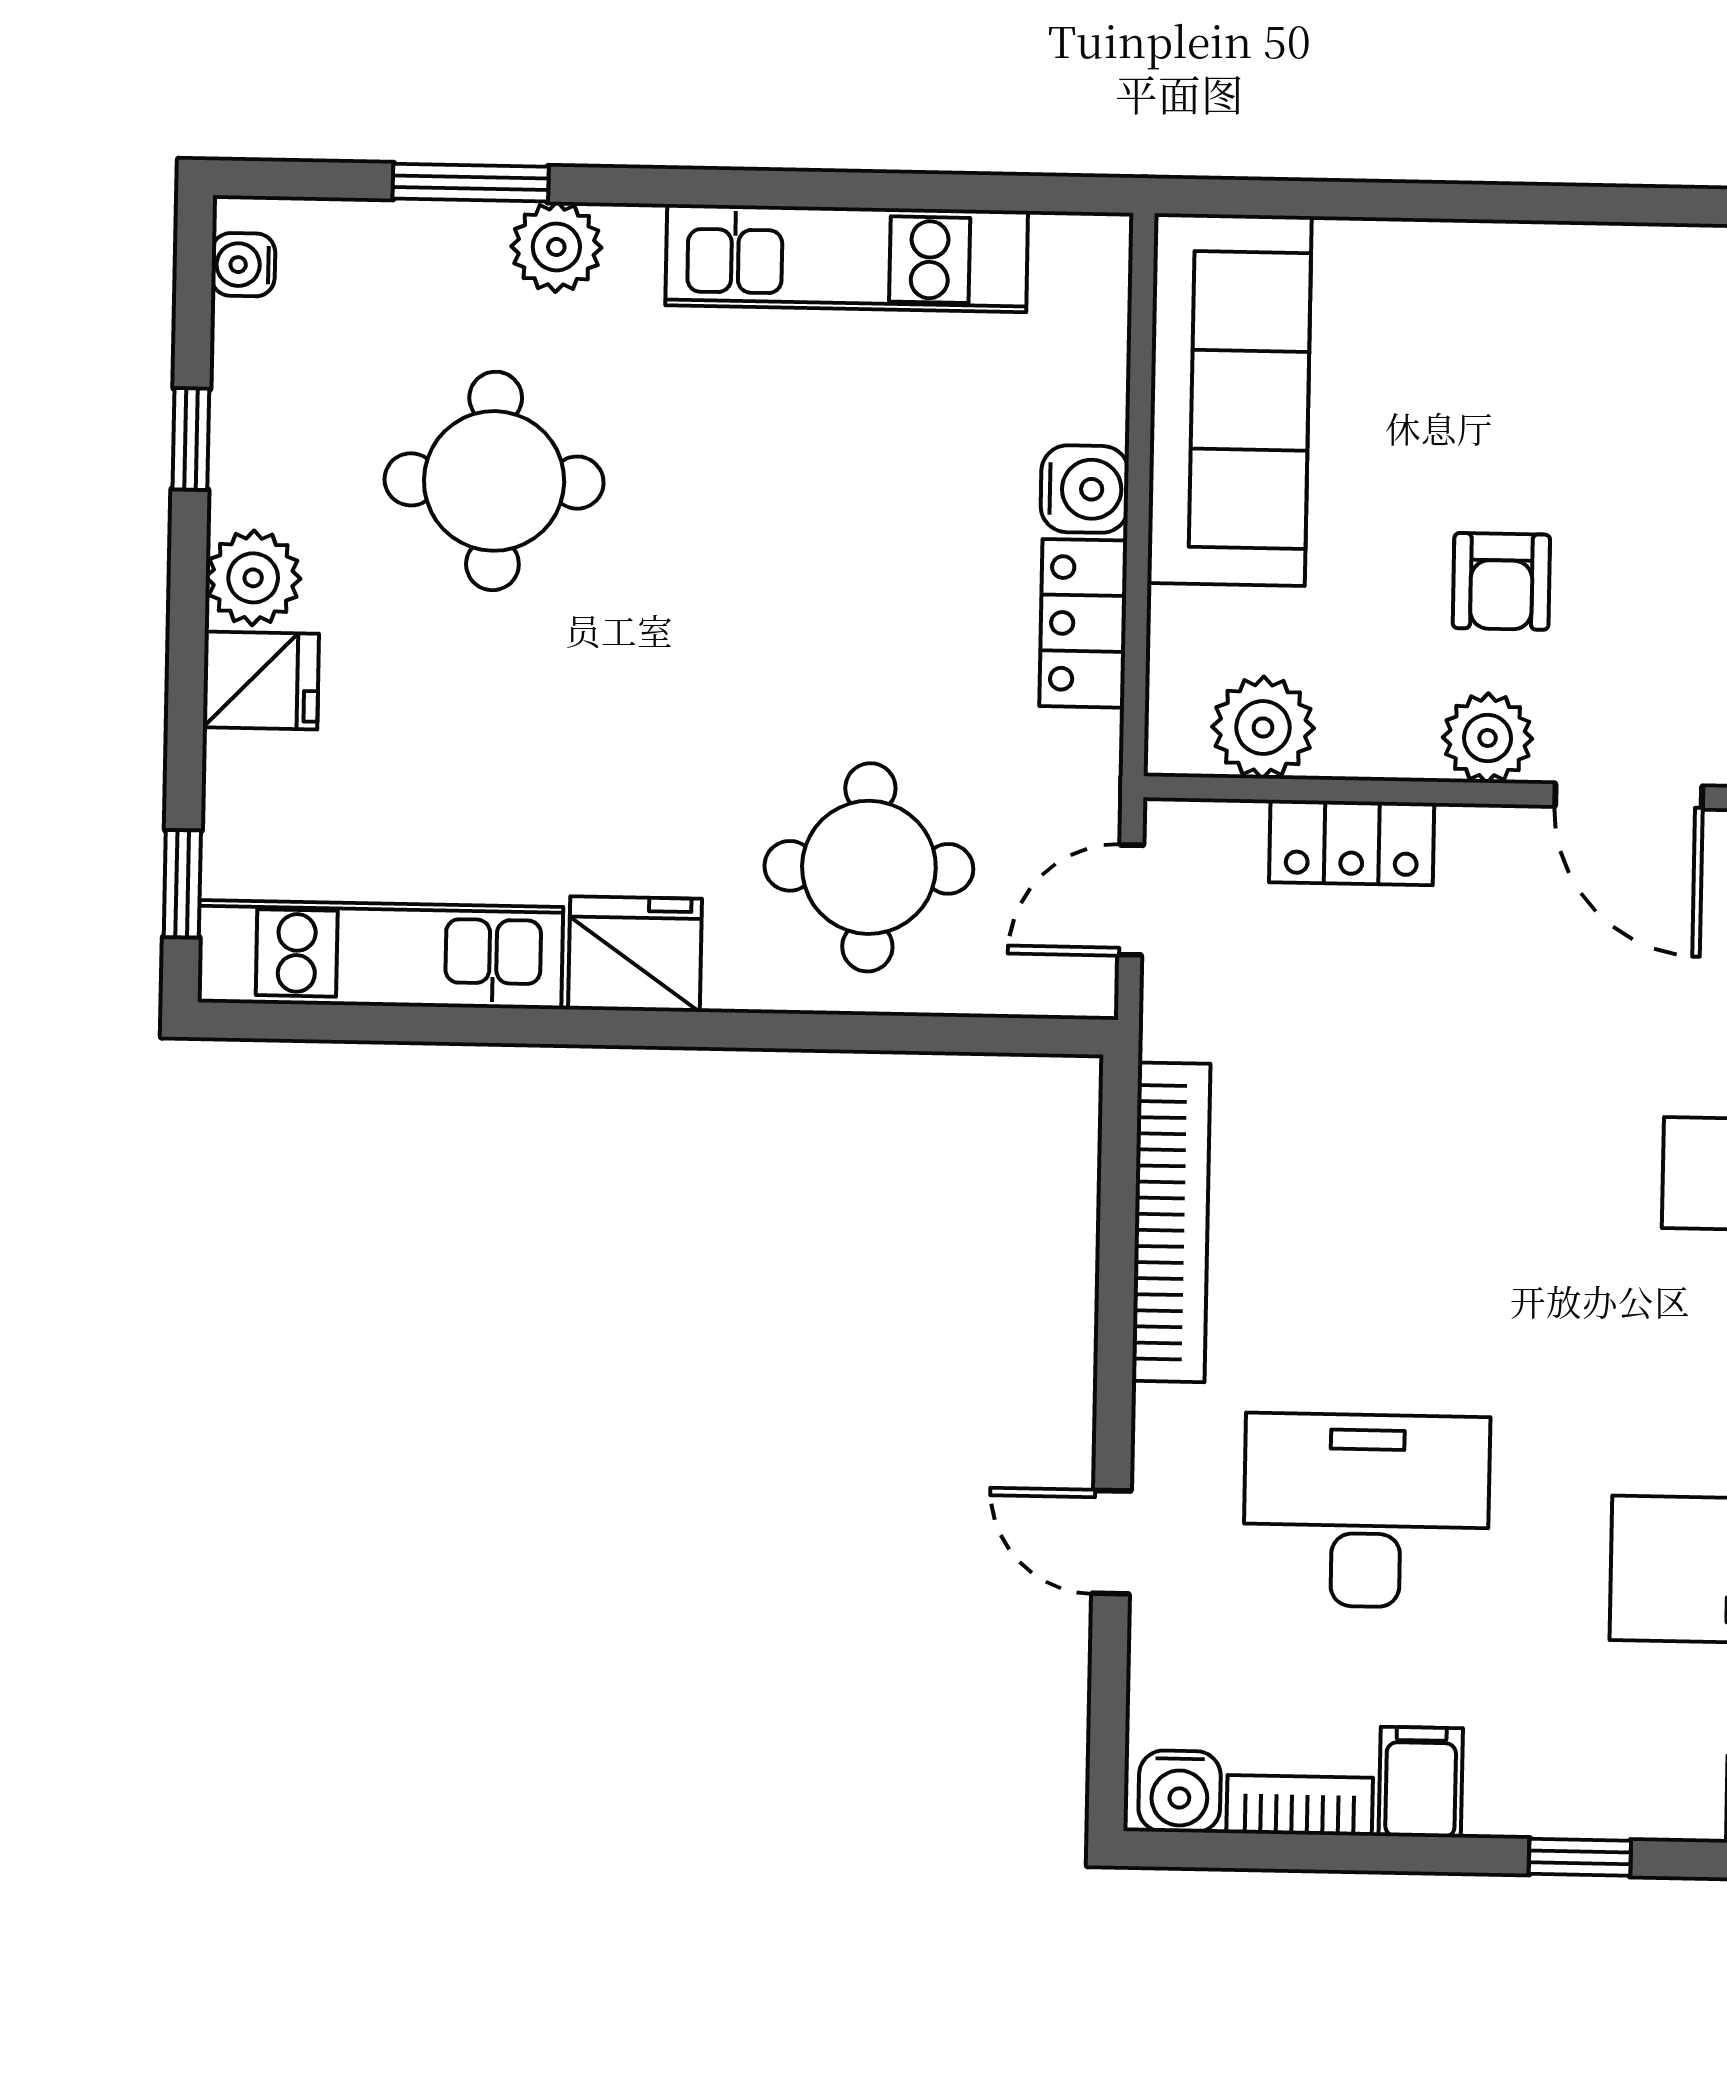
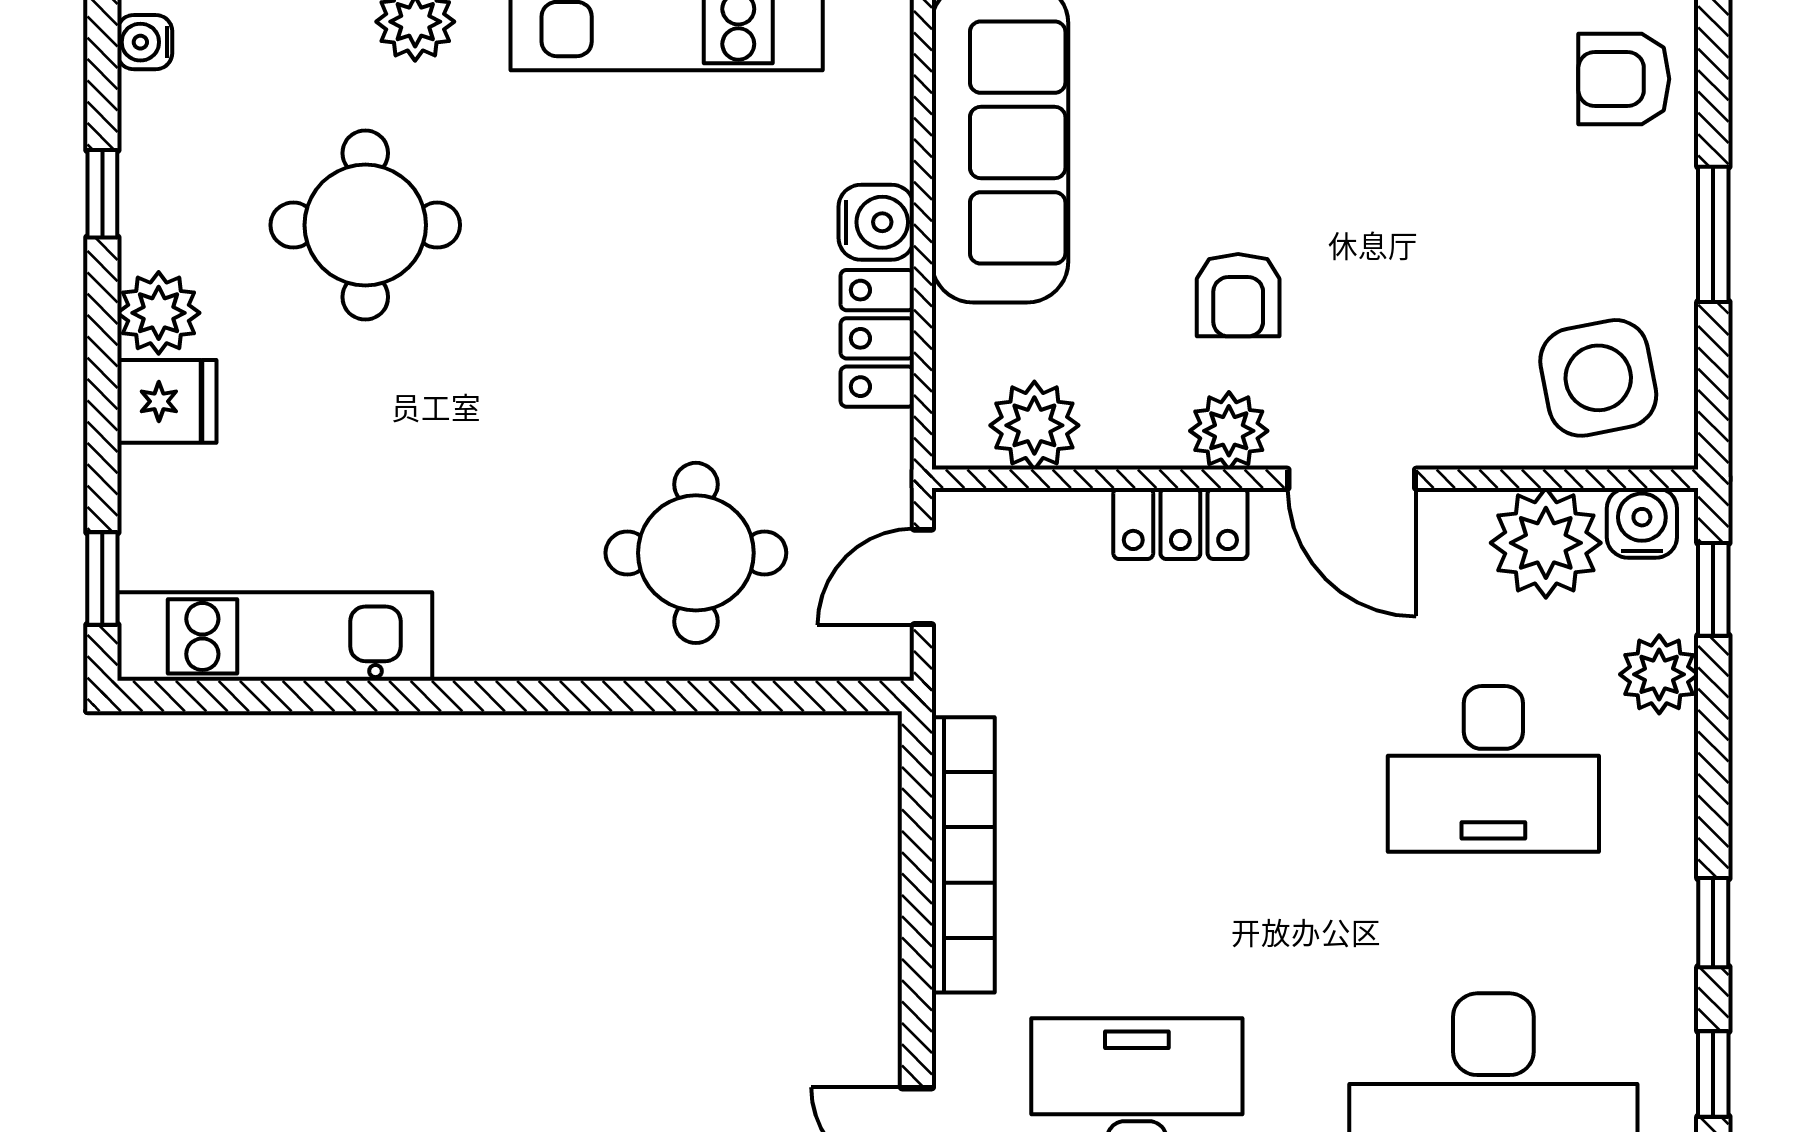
locker: (1352, 843) -> (1180, 523), moved
fridge: (635, 954) -> (495, 632), removed

